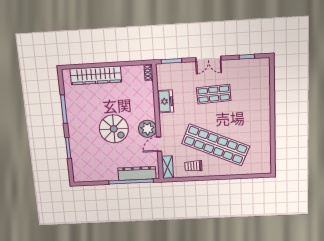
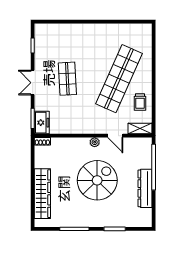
double door: (208, 59) -> (33, 83), swing flipped
freezer: (165, 101) -> (42, 123), moved, turned 90
spiral stairs: (114, 129) -> (97, 180), width x1.37, depth x1.37
plant: (147, 129) -> (95, 142), width x0.53, depth x0.53
dresser: (137, 173) -> (145, 188), moved

